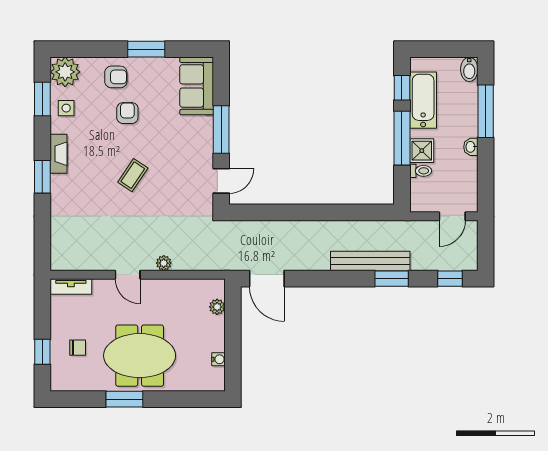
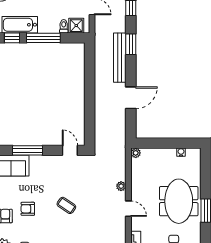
window: (221, 130) -> (27, 150), moved
shower: (422, 151) -> (76, 26), moved
door: (128, 275) -> (128, 209), hinge flipped
door: (267, 279) -> (131, 98), moved
plant: (217, 307) -> (136, 153), moved

